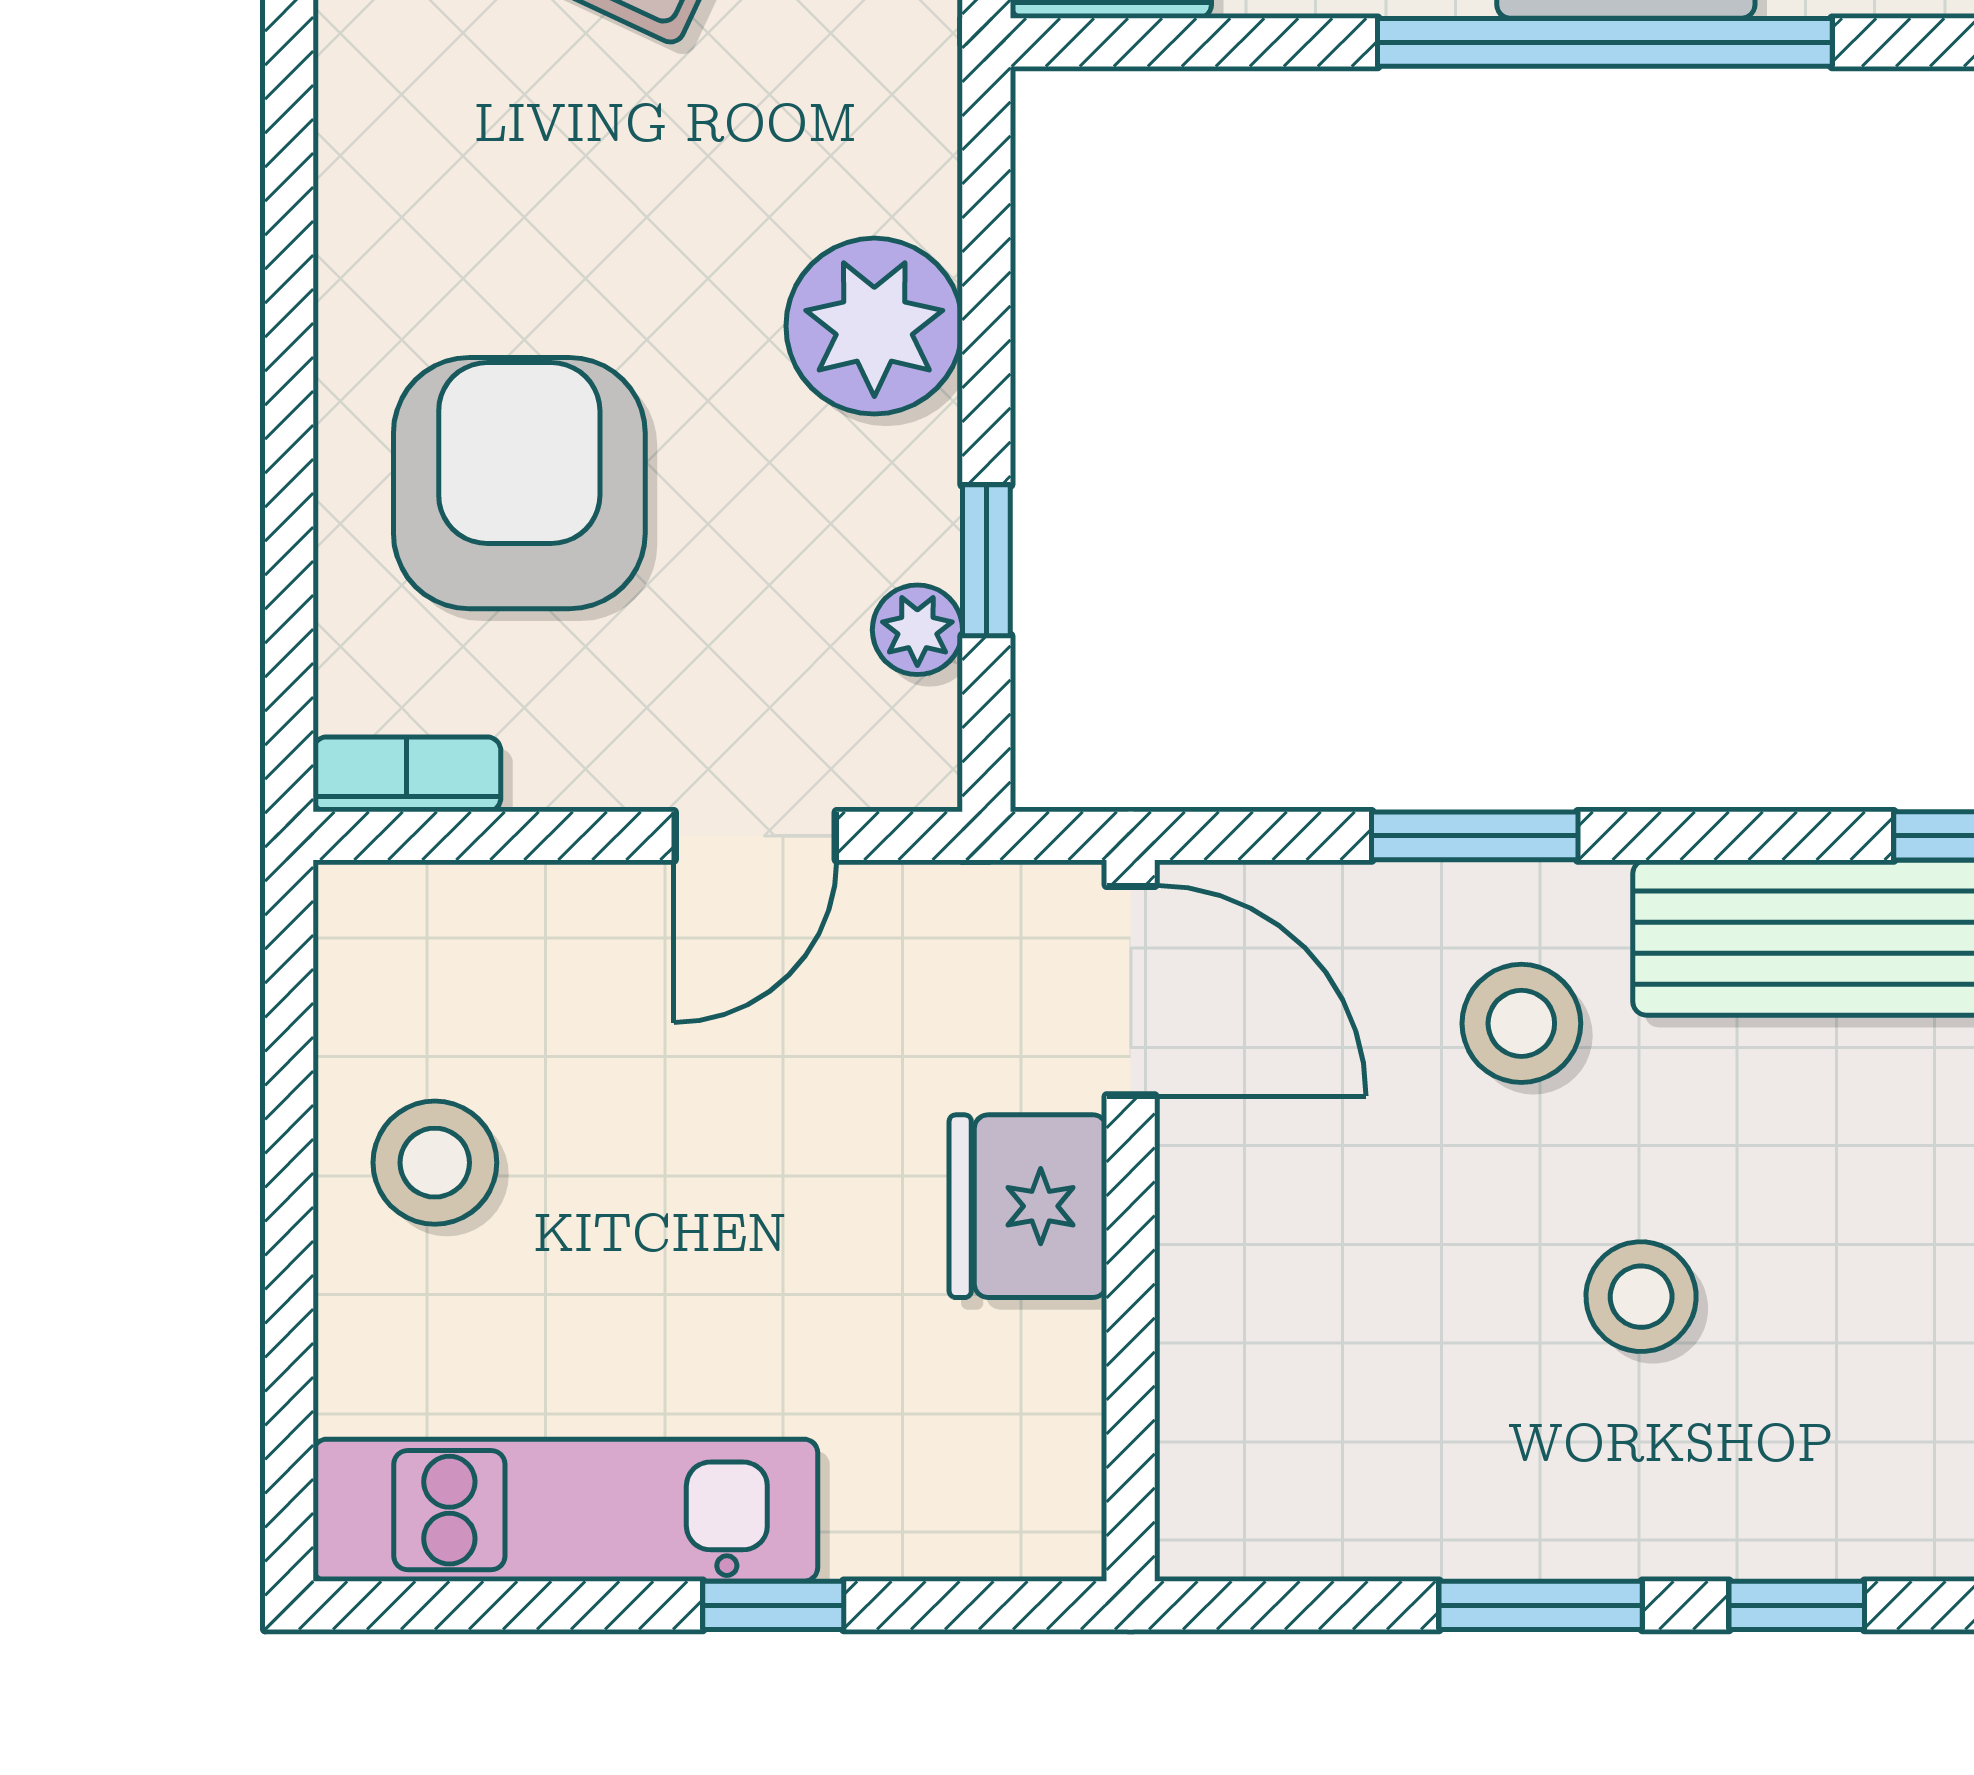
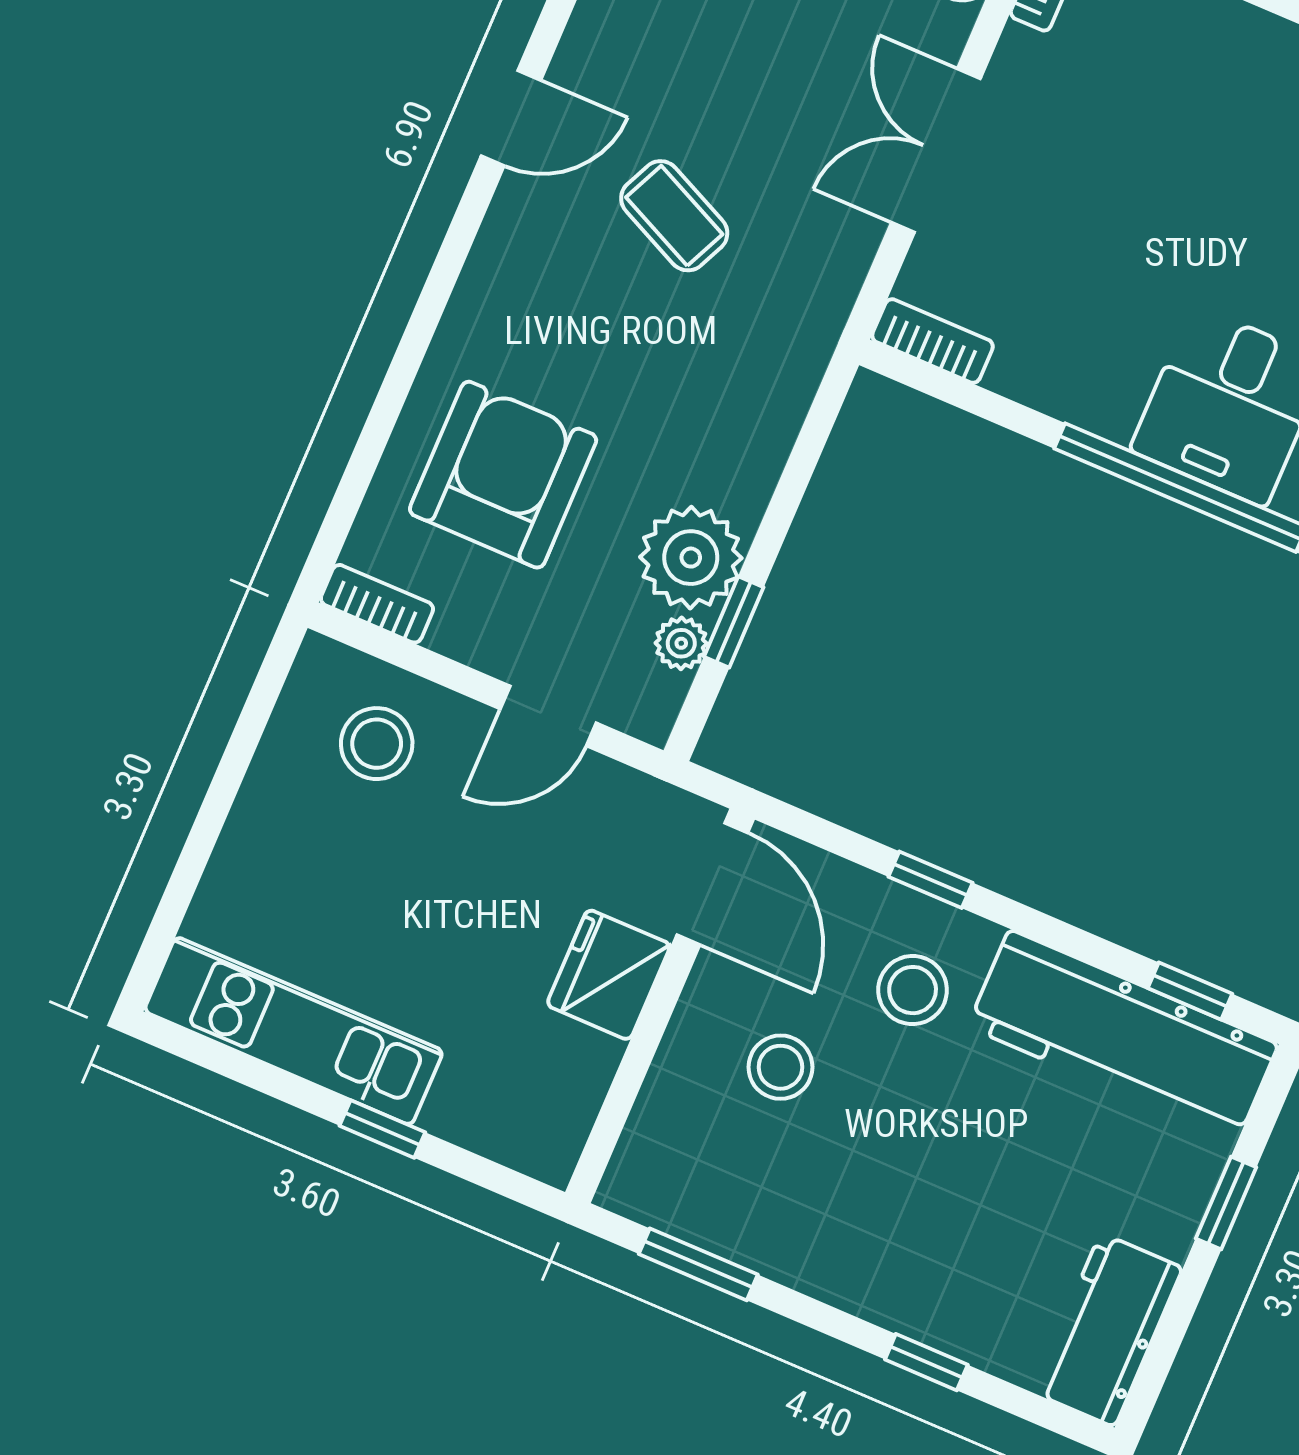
plant: (874, 326) -> (691, 558), moved
window: (1475, 836) -> (930, 880), width x0.67
stool: (435, 1163) -> (377, 744), moved
stool: (1641, 1297) -> (780, 1067), moved
window: (1541, 1605) -> (698, 1264), moved

